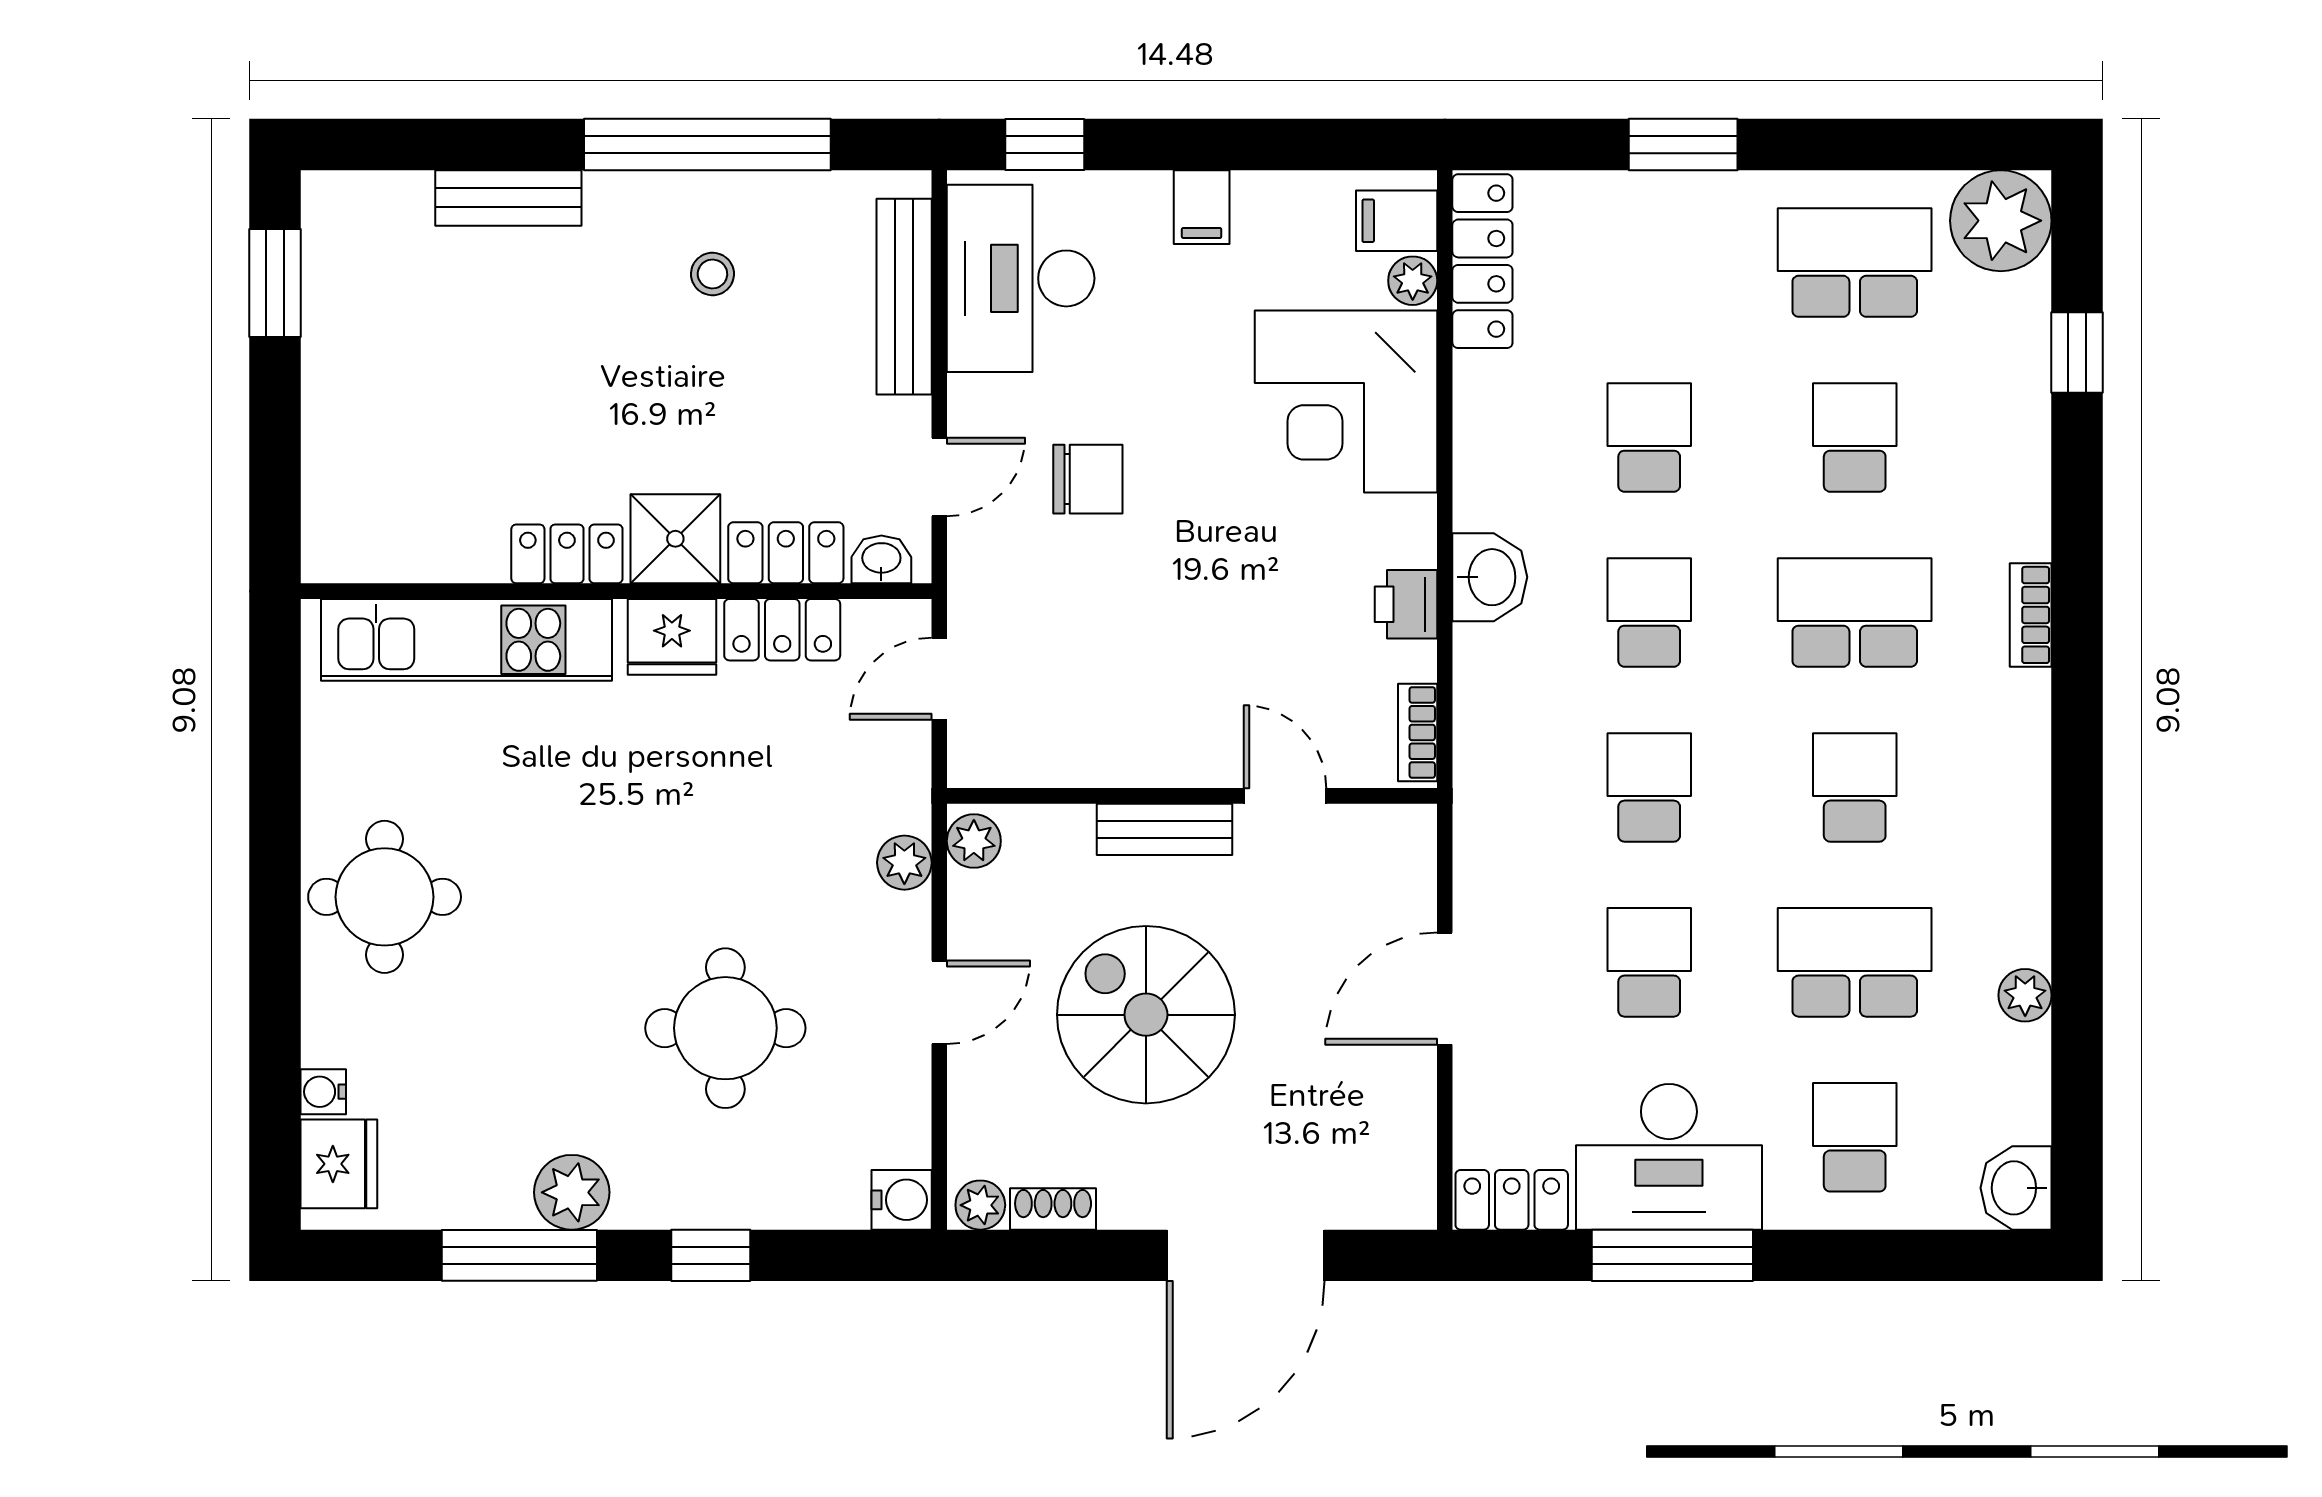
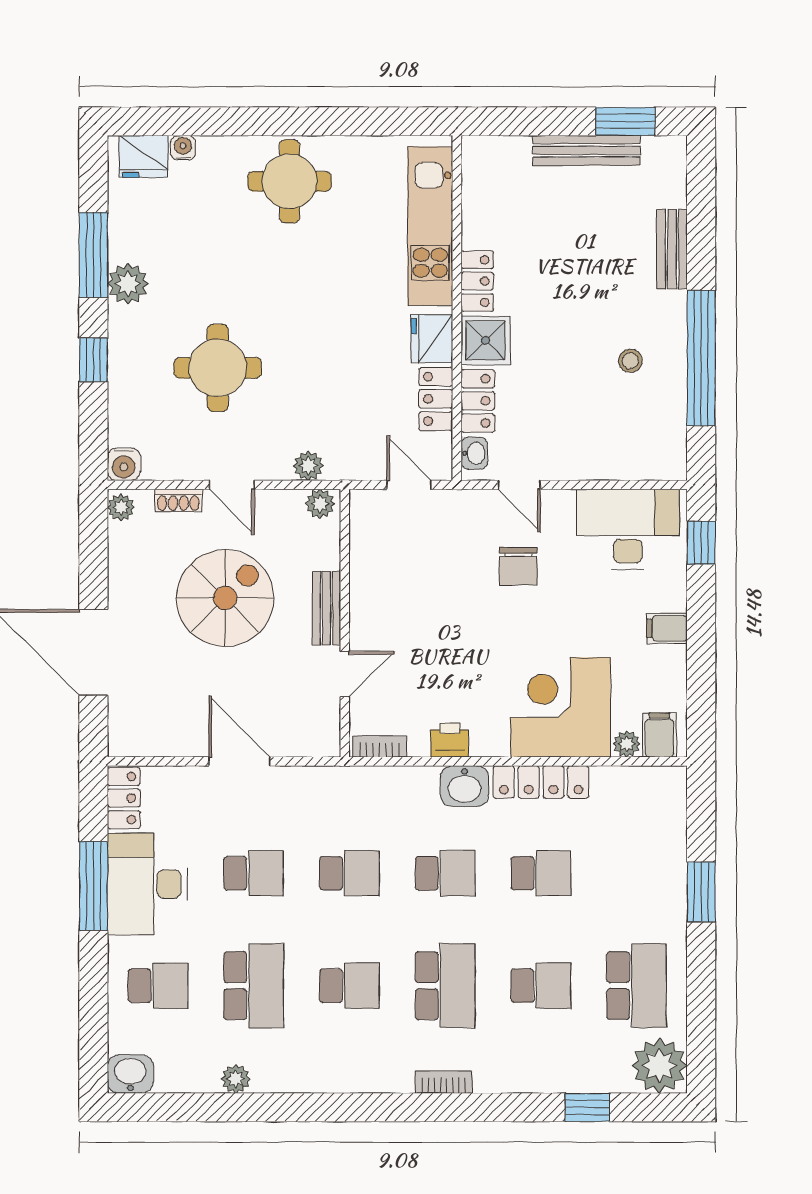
locker: (1482, 261) -> (541, 782), moved
bench: (904, 297) -> (586, 150), moved
shoe rack: (1053, 1209) -> (178, 500), moved, turned 90

